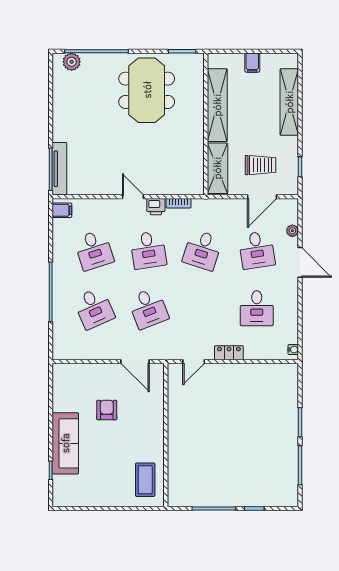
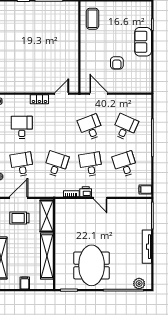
tv unit: (59, 169) -> (147, 247), moved
desk: (94, 308) -> (125, 127), turned 48
sofa: (65, 443) -> (143, 42), width x0.73

